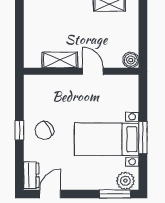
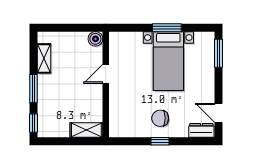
shelving: (60, 60) -> (86, 130), moved, turned 90
chair: (44, 130) -> (160, 118), turned 121
plant: (125, 181) -> (206, 44), removed

